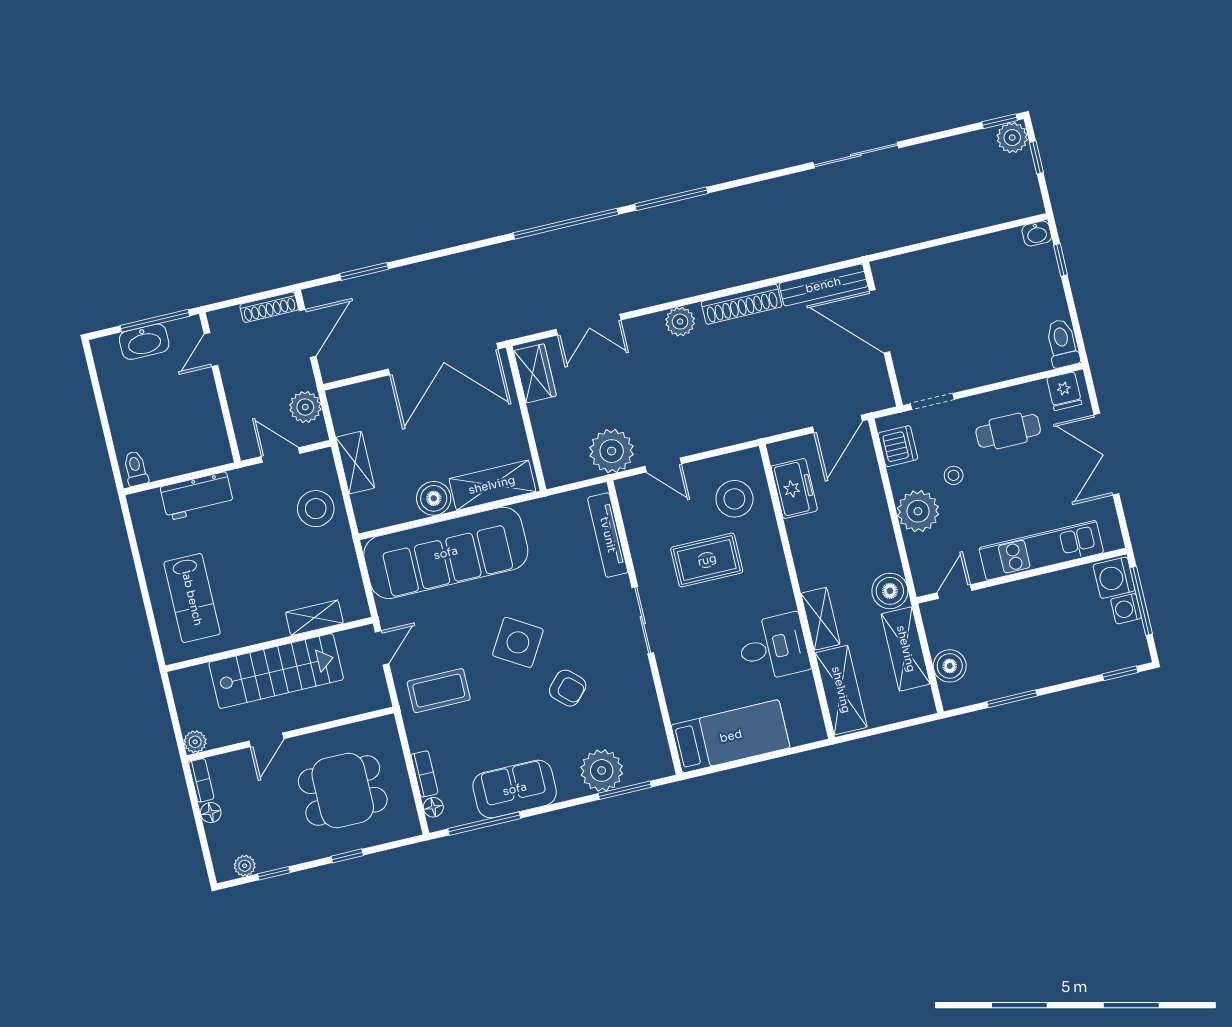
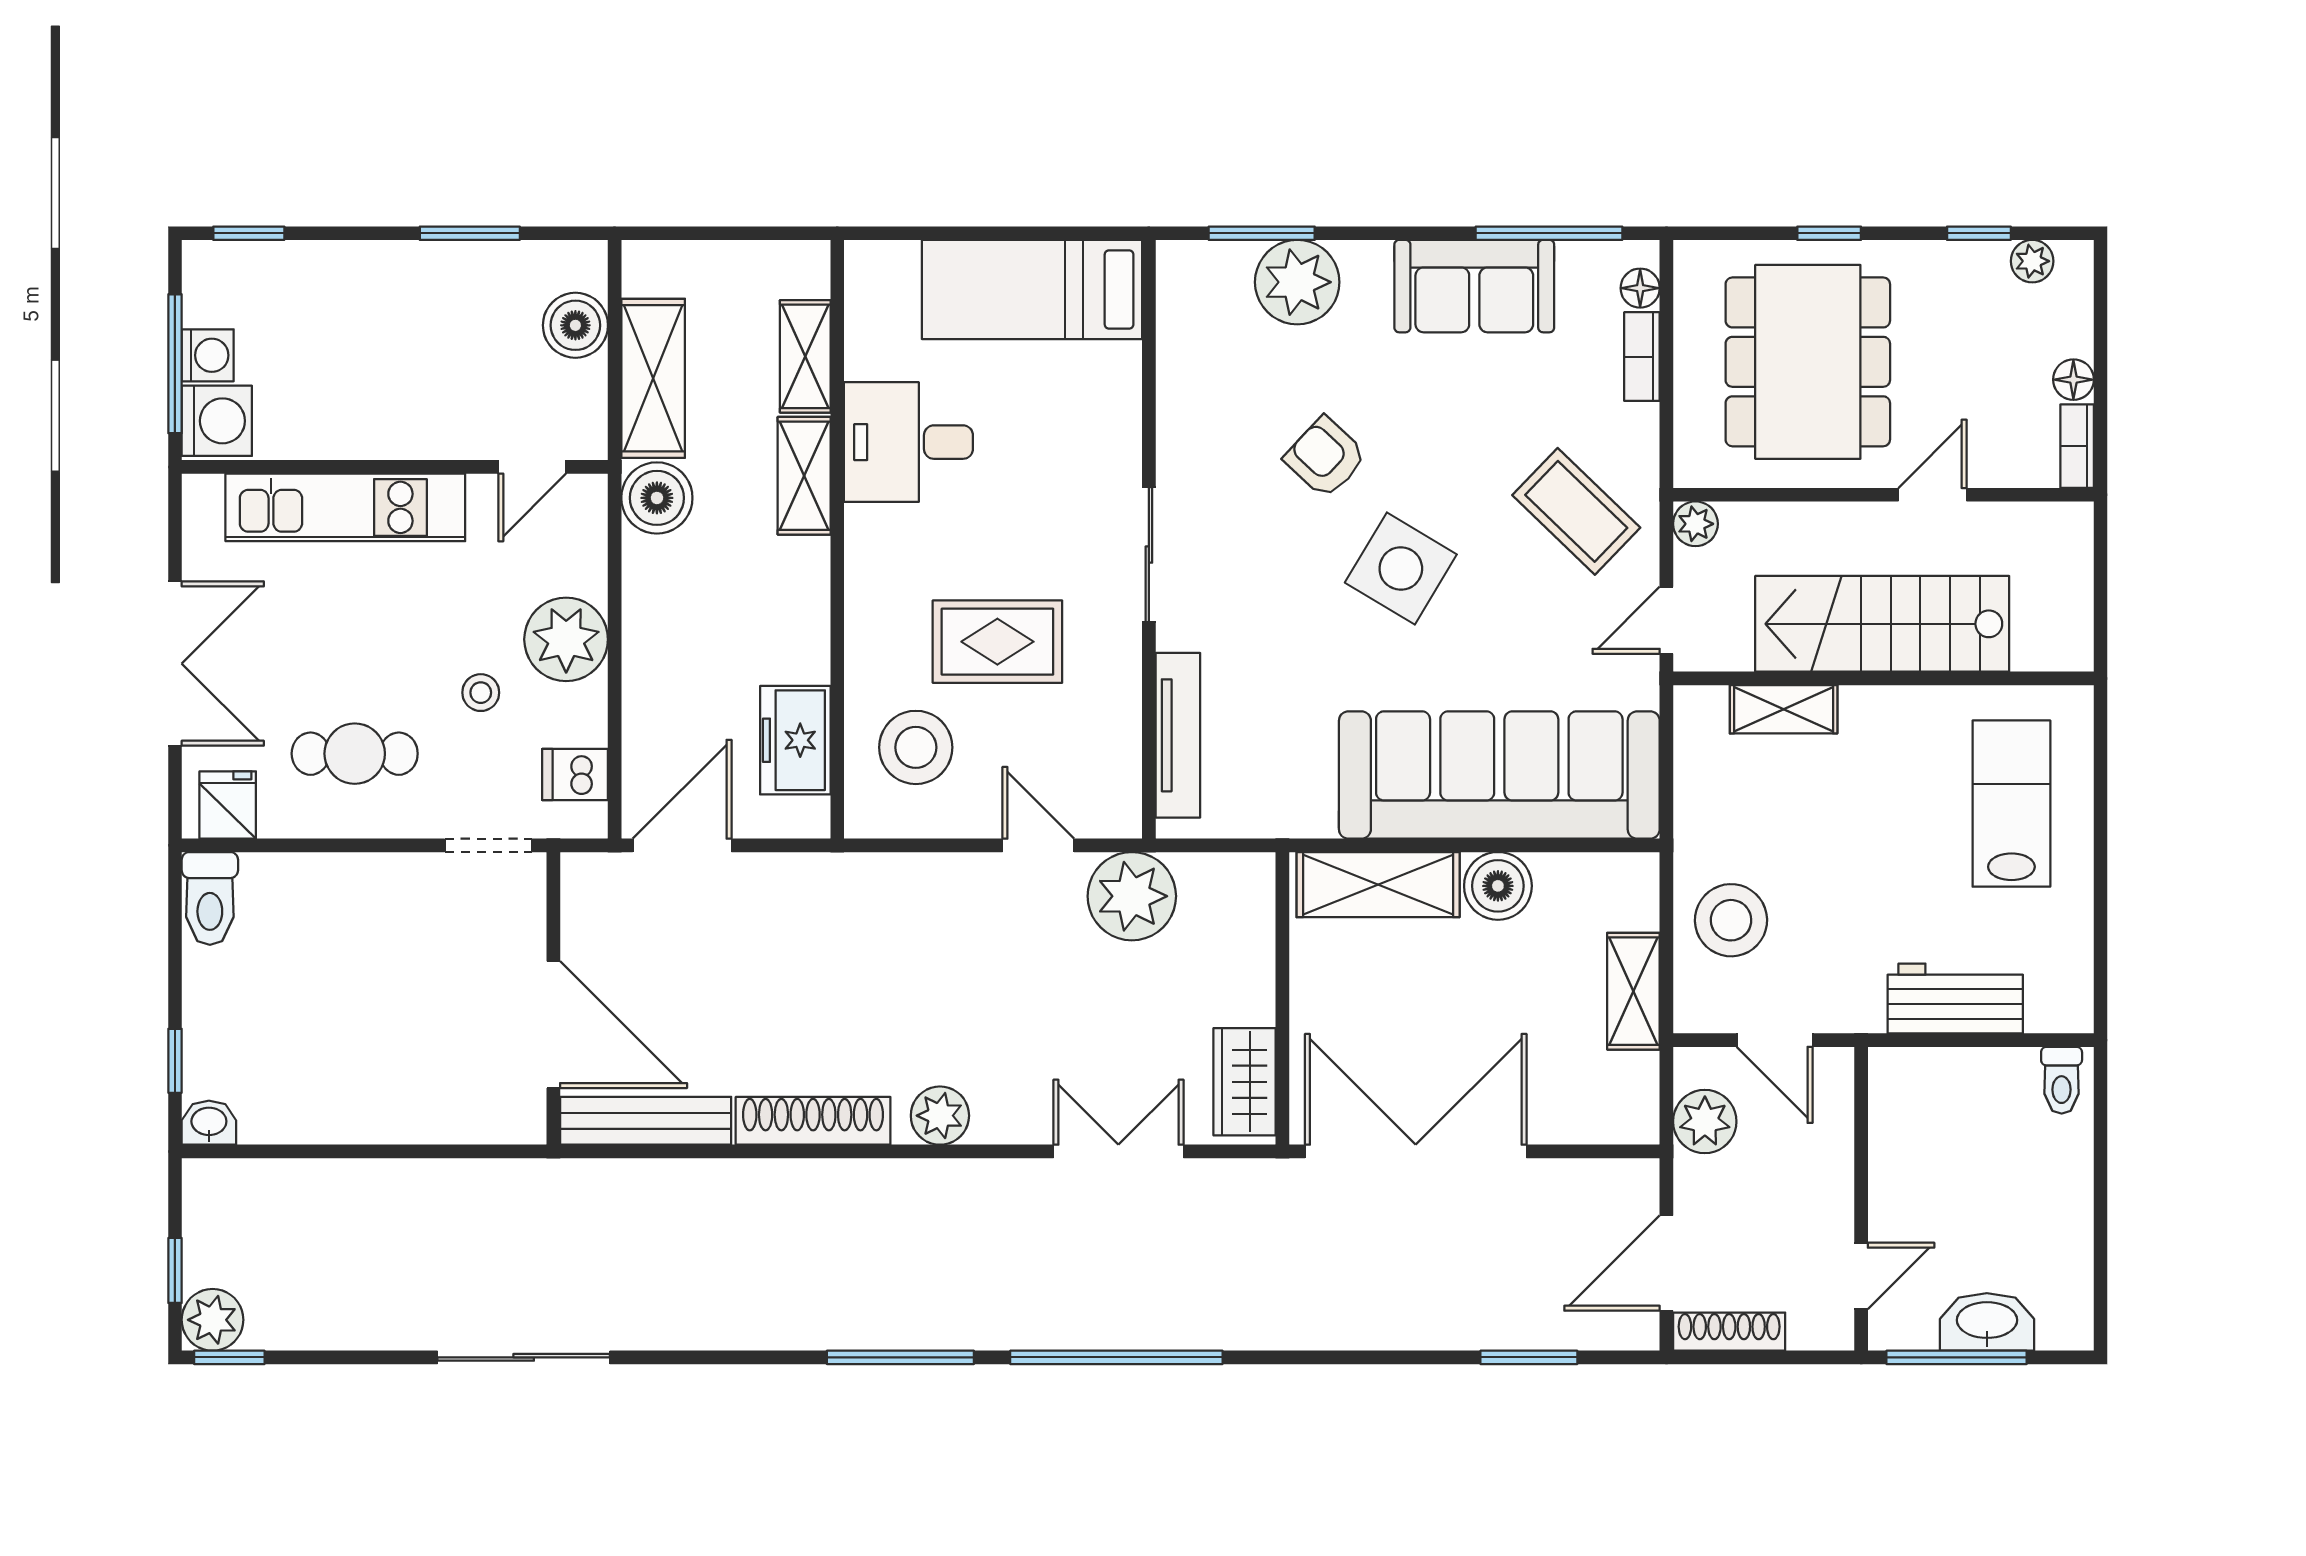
dishwasher: (898, 446) -> (575, 775), width x0.73
shelving: (841, 690) -> (805, 356), width x0.67, depth x0.75
coffee table: (439, 691) -> (1576, 511), turned 44
plant: (195, 742) -> (1695, 524), moved
dining table: (343, 791) -> (1808, 362), width x1.38

